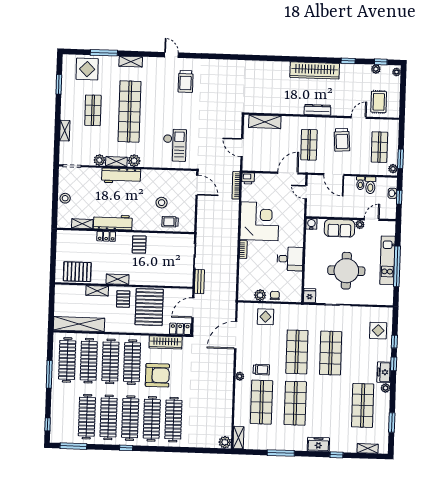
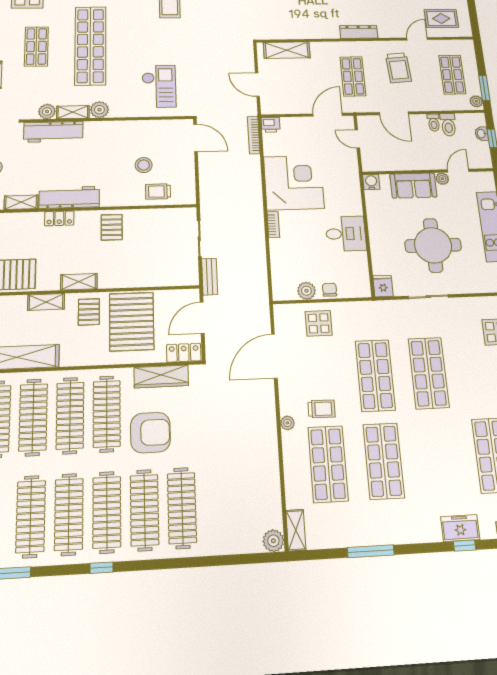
rug: (379, 102) -> (441, 18), turned 90
workbench: (121, 176) -> (53, 132), moved
freezer: (318, 444) -> (460, 528), moved

